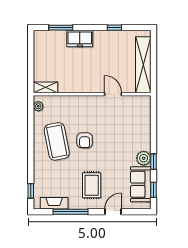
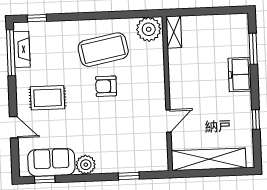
plant: (38, 106) -> (149, 29), width x1.87, depth x1.87
window: (154, 162) -> (129, 176), moved
window: (71, 212) -> (11, 53), moved

